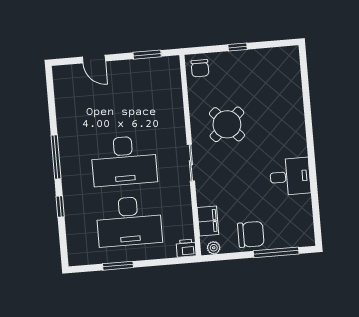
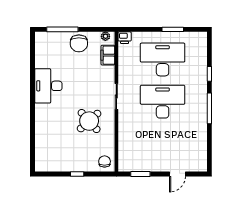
door: (94, 59) -> (177, 174), swing flipped
desk: (290, 177) -> (48, 86), width x1.37
chair: (251, 234) -> (79, 43), turned -90

